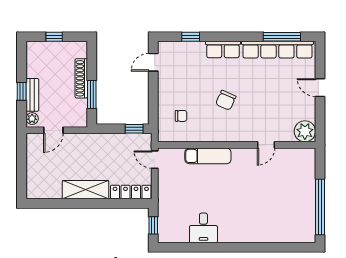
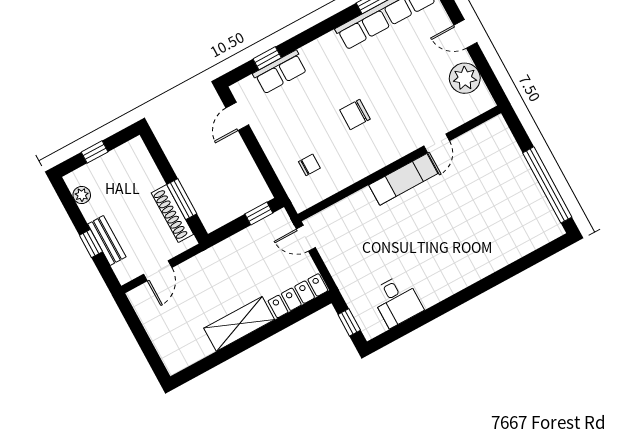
row of seats: (223, 49) -> (280, 72), moved
shoe rack: (81, 78) -> (172, 214), moved
chair: (226, 100) -> (355, 114), turned 66
plant: (32, 119) -> (82, 195), moved
plant: (305, 131) -> (465, 78), moved
exam couch: (208, 156) -> (403, 179), moved
desk: (203, 228) -> (397, 301), moved

